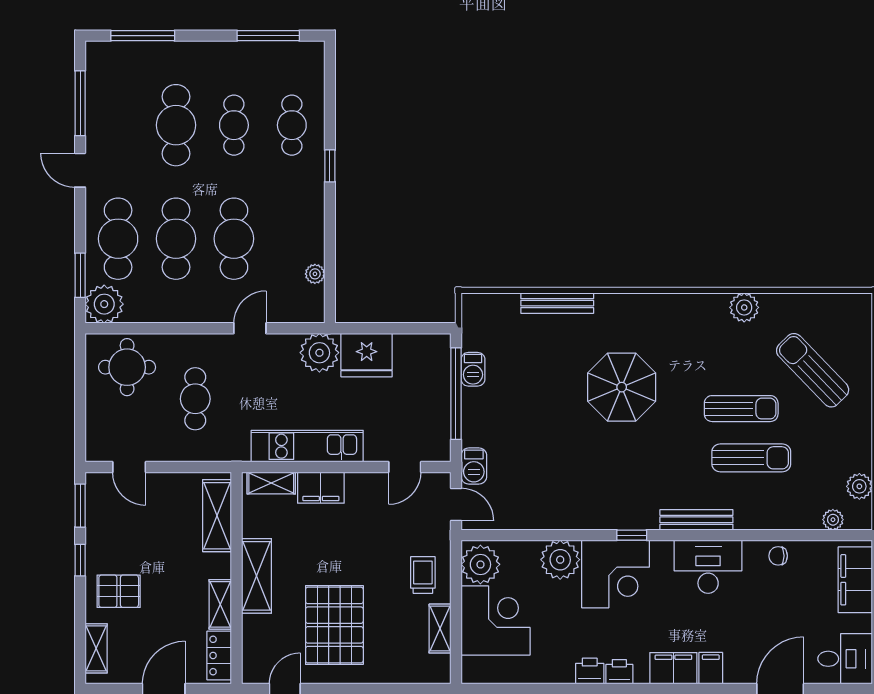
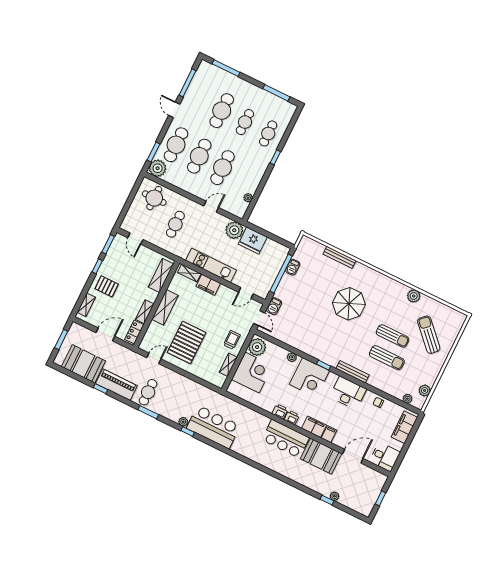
plant: (560, 560) -> (292, 357), width x0.53, depth x0.53

